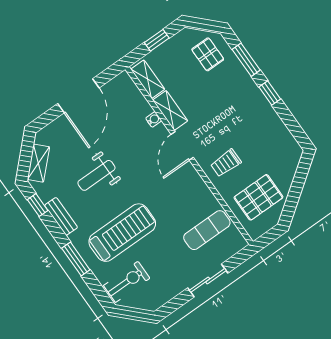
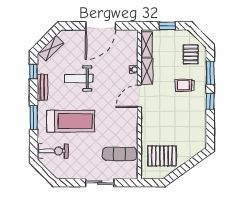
trolley: (226, 163) -> (185, 85), moved

